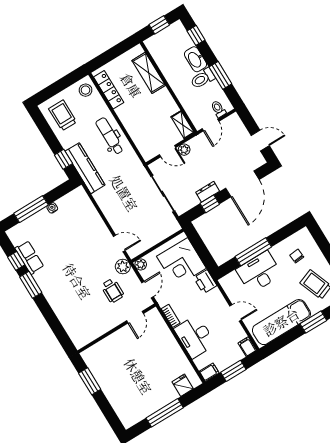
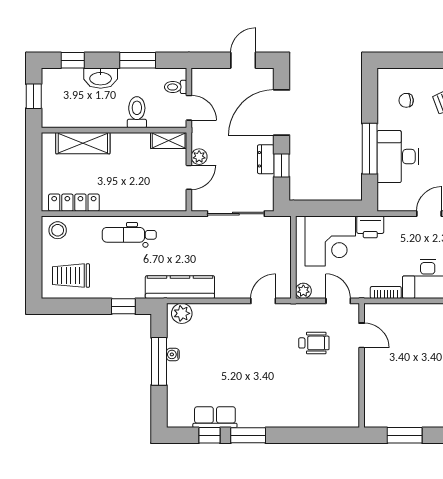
toilet: (203, 78) -> (137, 112), moved, turned 180
kitchen counter: (85, 168) -> (180, 287), moved
door: (242, 184) -> (282, 113), swing flipped
window: (31, 209) -> (159, 361), moved
plant: (123, 267) -> (182, 313), moved

